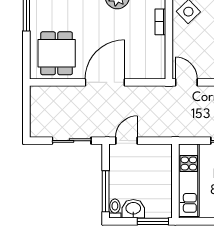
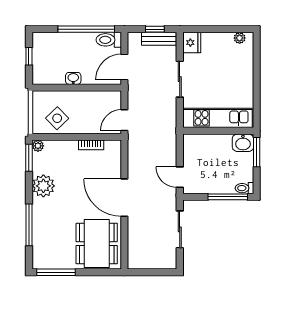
bookcase: (160, 22) -> (91, 145), moved
dining table: (57, 53) -> (97, 244), width x1.38
washbasin: (133, 209) -> (243, 143), moved, turned -90

